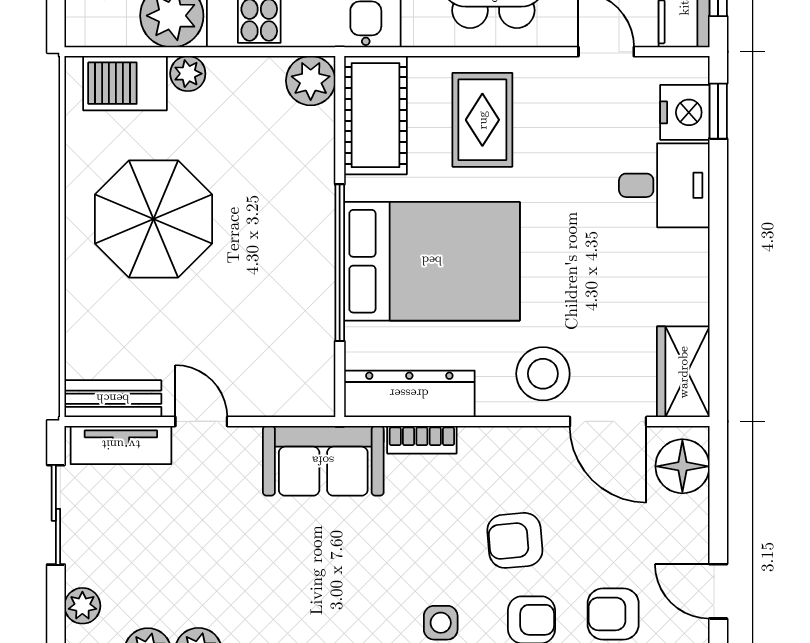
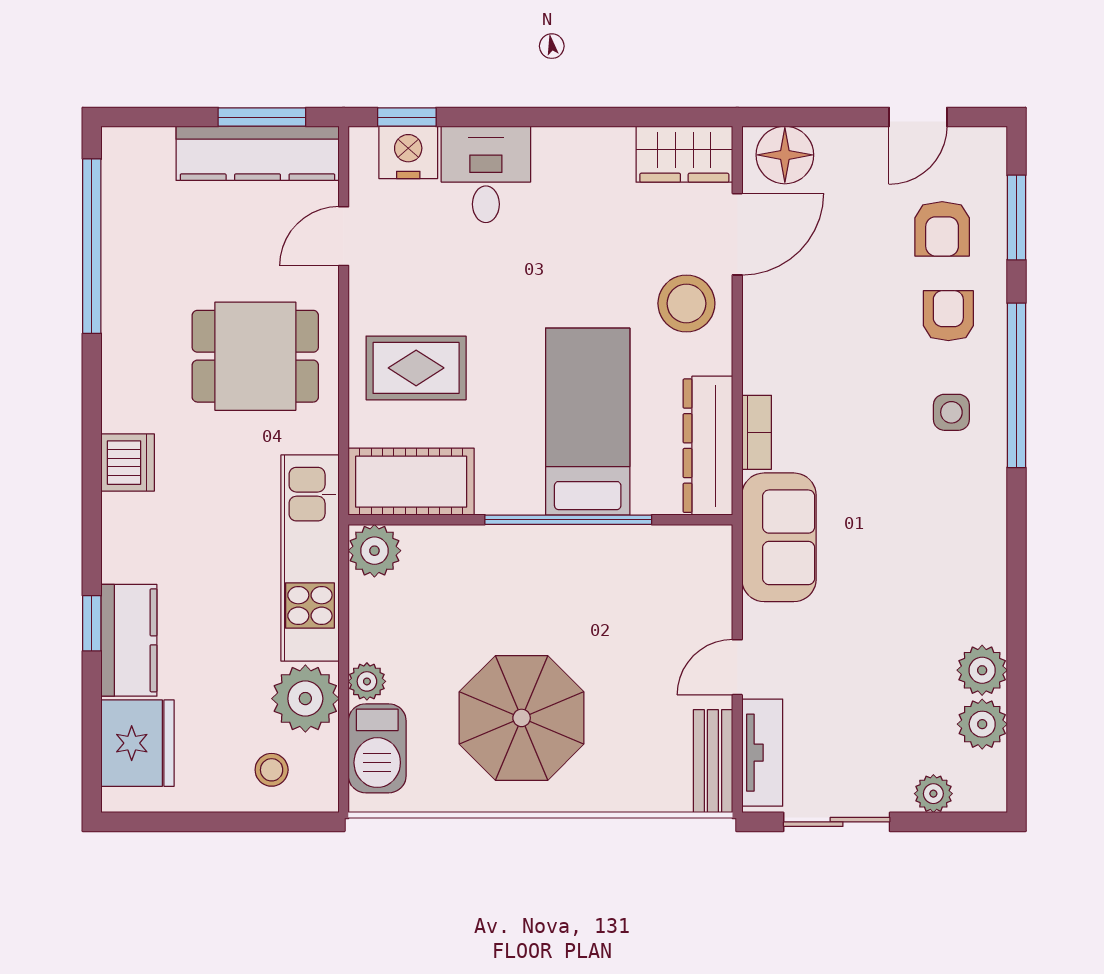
bed: (432, 261) -> (588, 422), width x0.67
armchair: (515, 540) -> (864, 333), removed

